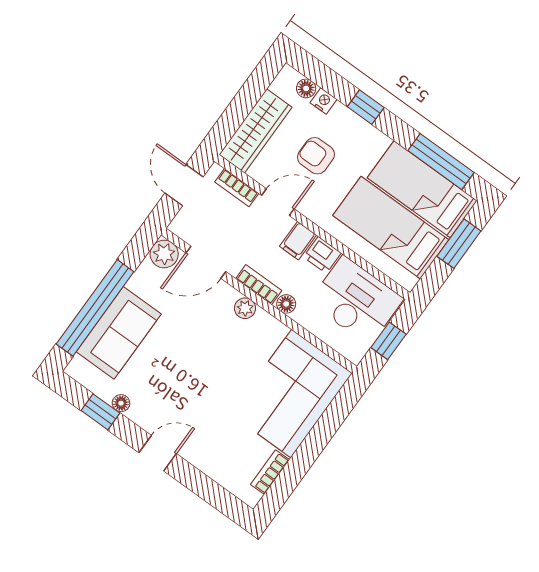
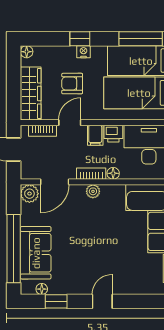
floor lamp: (306, 88) -> (27, 52), moved
nightstand: (324, 101) -> (84, 52), moved
floor lamp: (121, 403) -> (42, 289), moved

